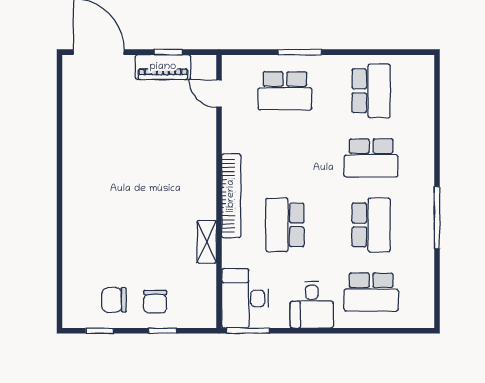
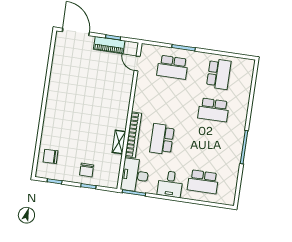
bookcase: (231, 196) -> (133, 135), moved
school desk: (371, 225) -> (208, 146), removed
chair: (114, 300) -> (51, 156), moved

